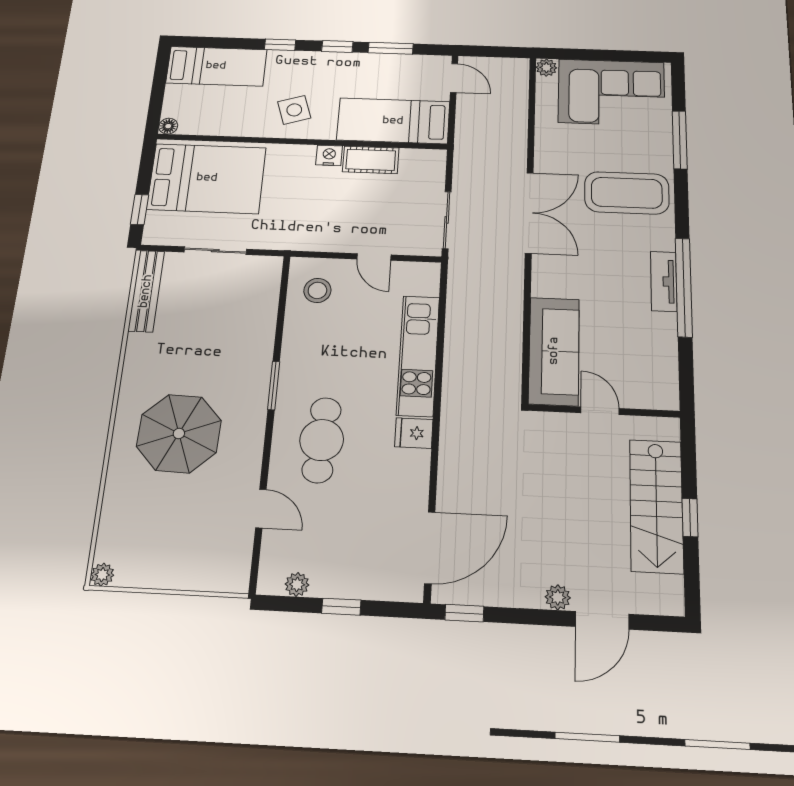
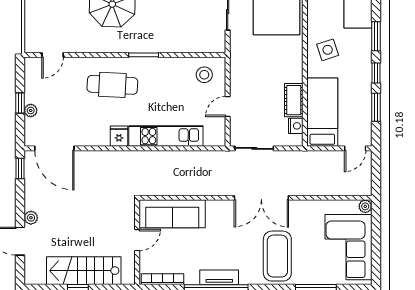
window: (280, 45) -> (376, 36), width x1.50
nightstand: (329, 155) -> (296, 126), moved
bookcase: (669, 372) -> (163, 279), added
door: (261, 509) -> (53, 55), moved
plant: (297, 584) -> (31, 111), moved

